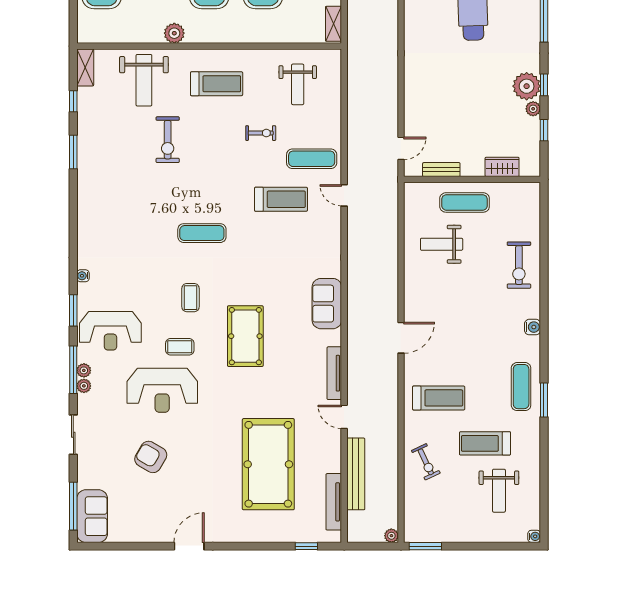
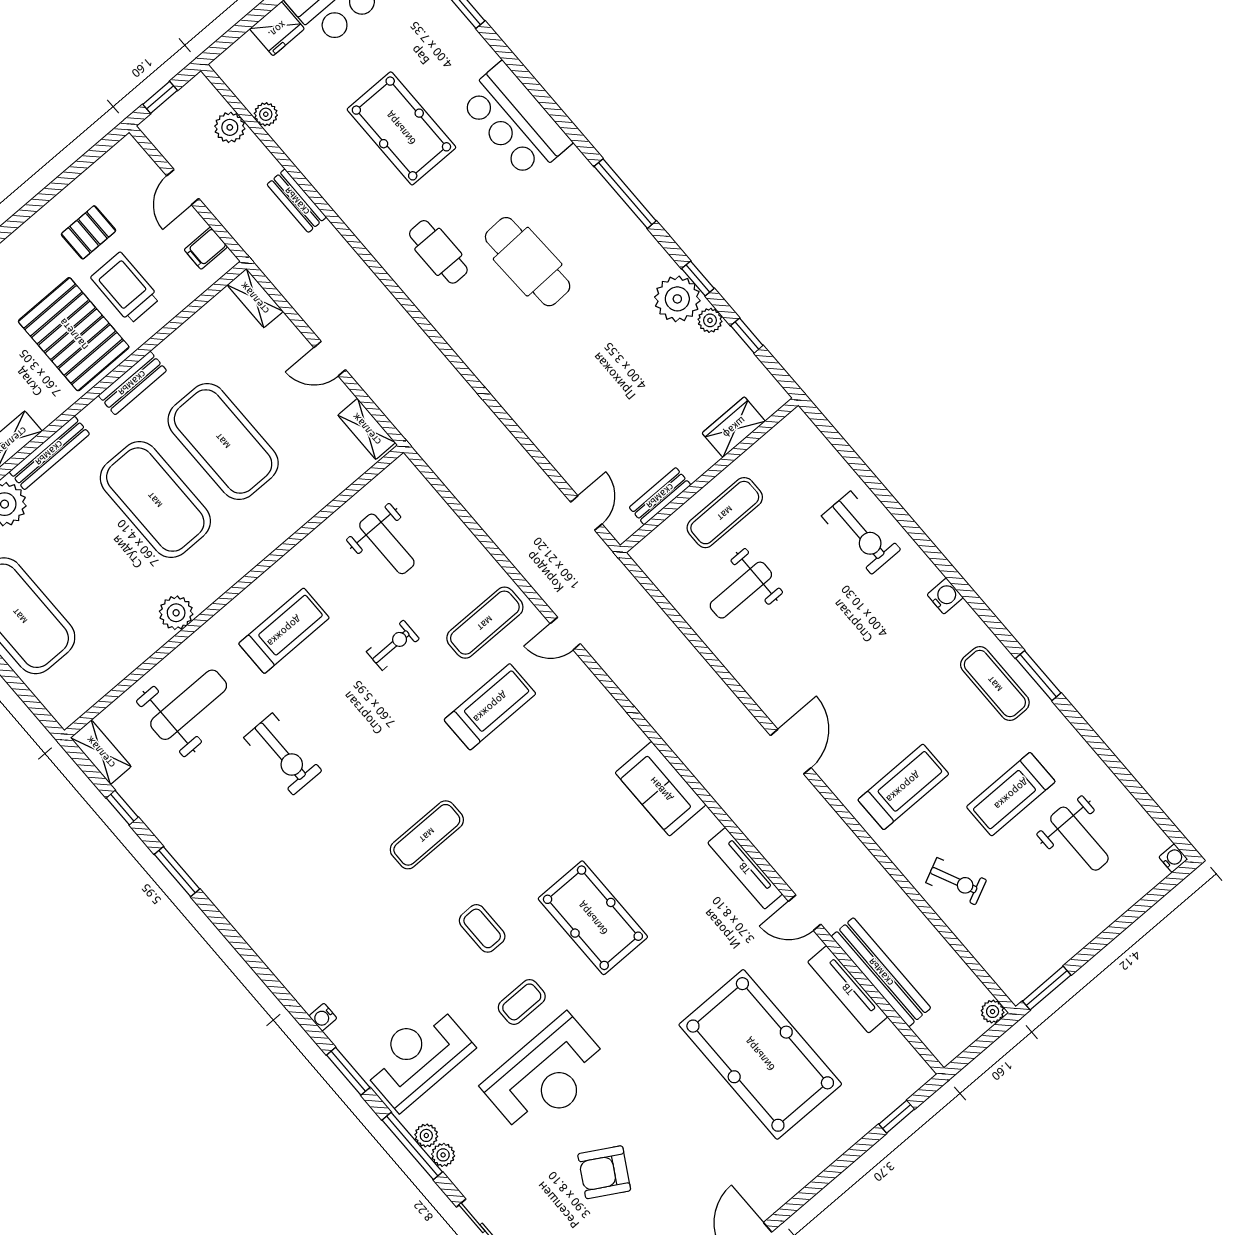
weight bench: (144, 80) -> (189, 705), turned -90
reception desk: (110, 331) -> (417, 1057), turned 180
tv unit: (334, 502) -> (848, 989), moved

